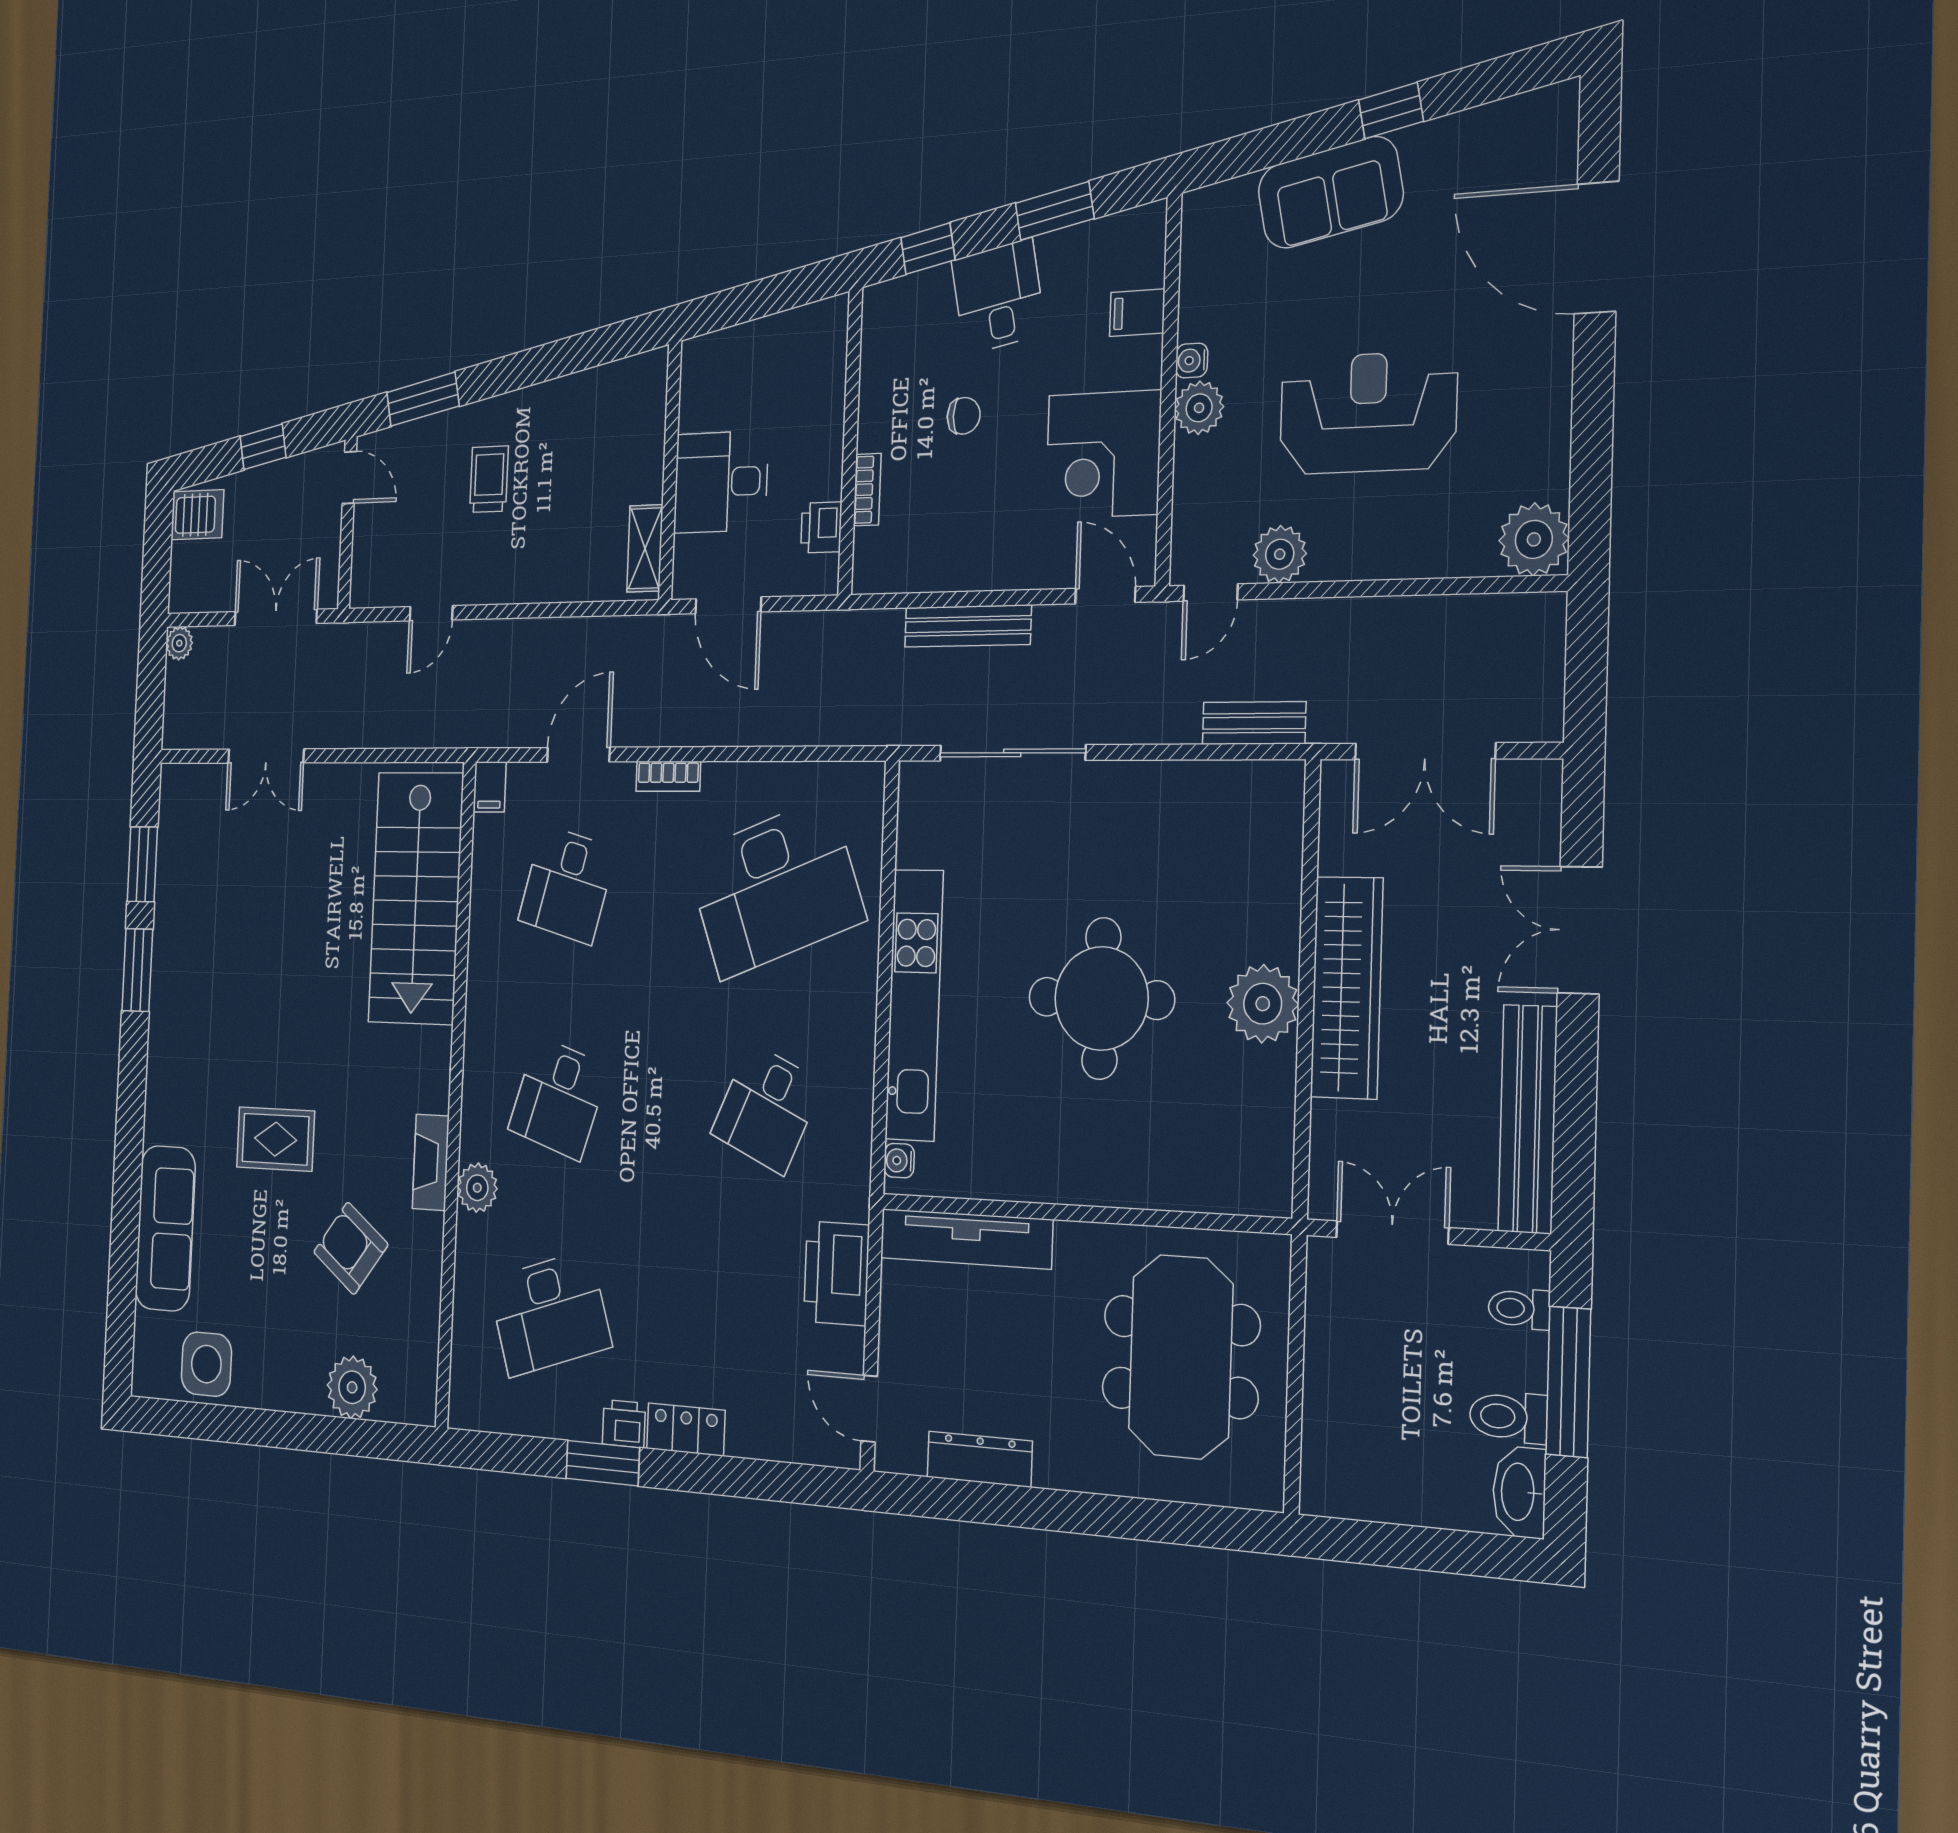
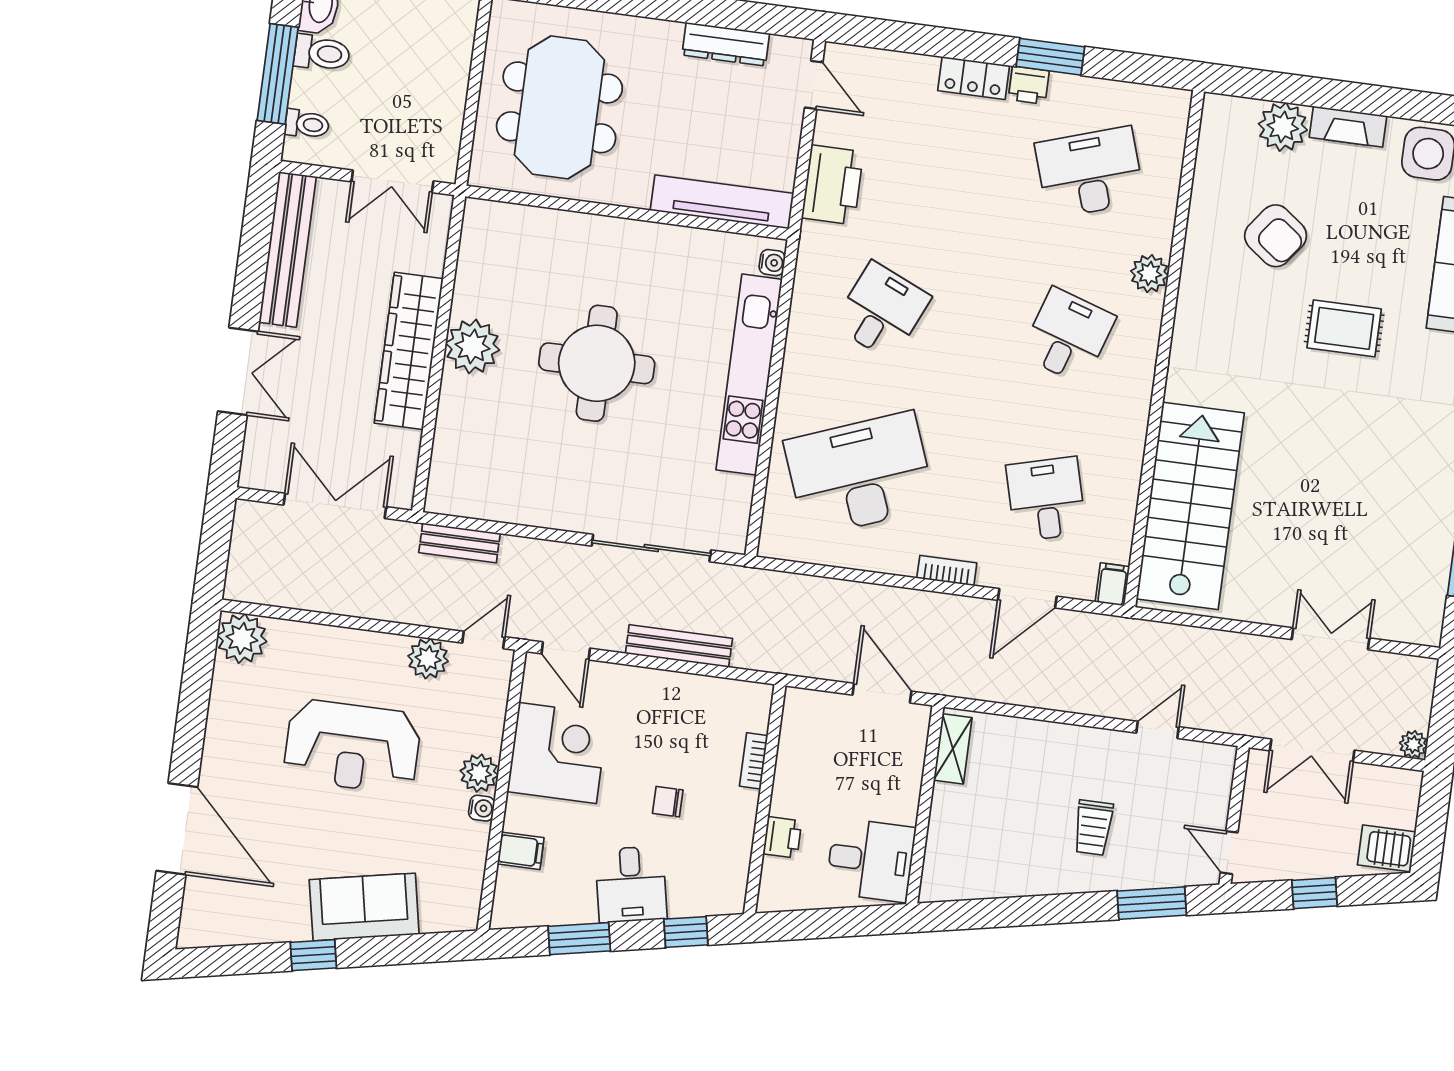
desk: (721, 482) -> (871, 860), moved
printer: (821, 527) -> (782, 837), moved
desk: (567, 885) -> (1046, 499), turned -30
fireplace: (431, 1162) -> (1348, 127), moved, turned 90

